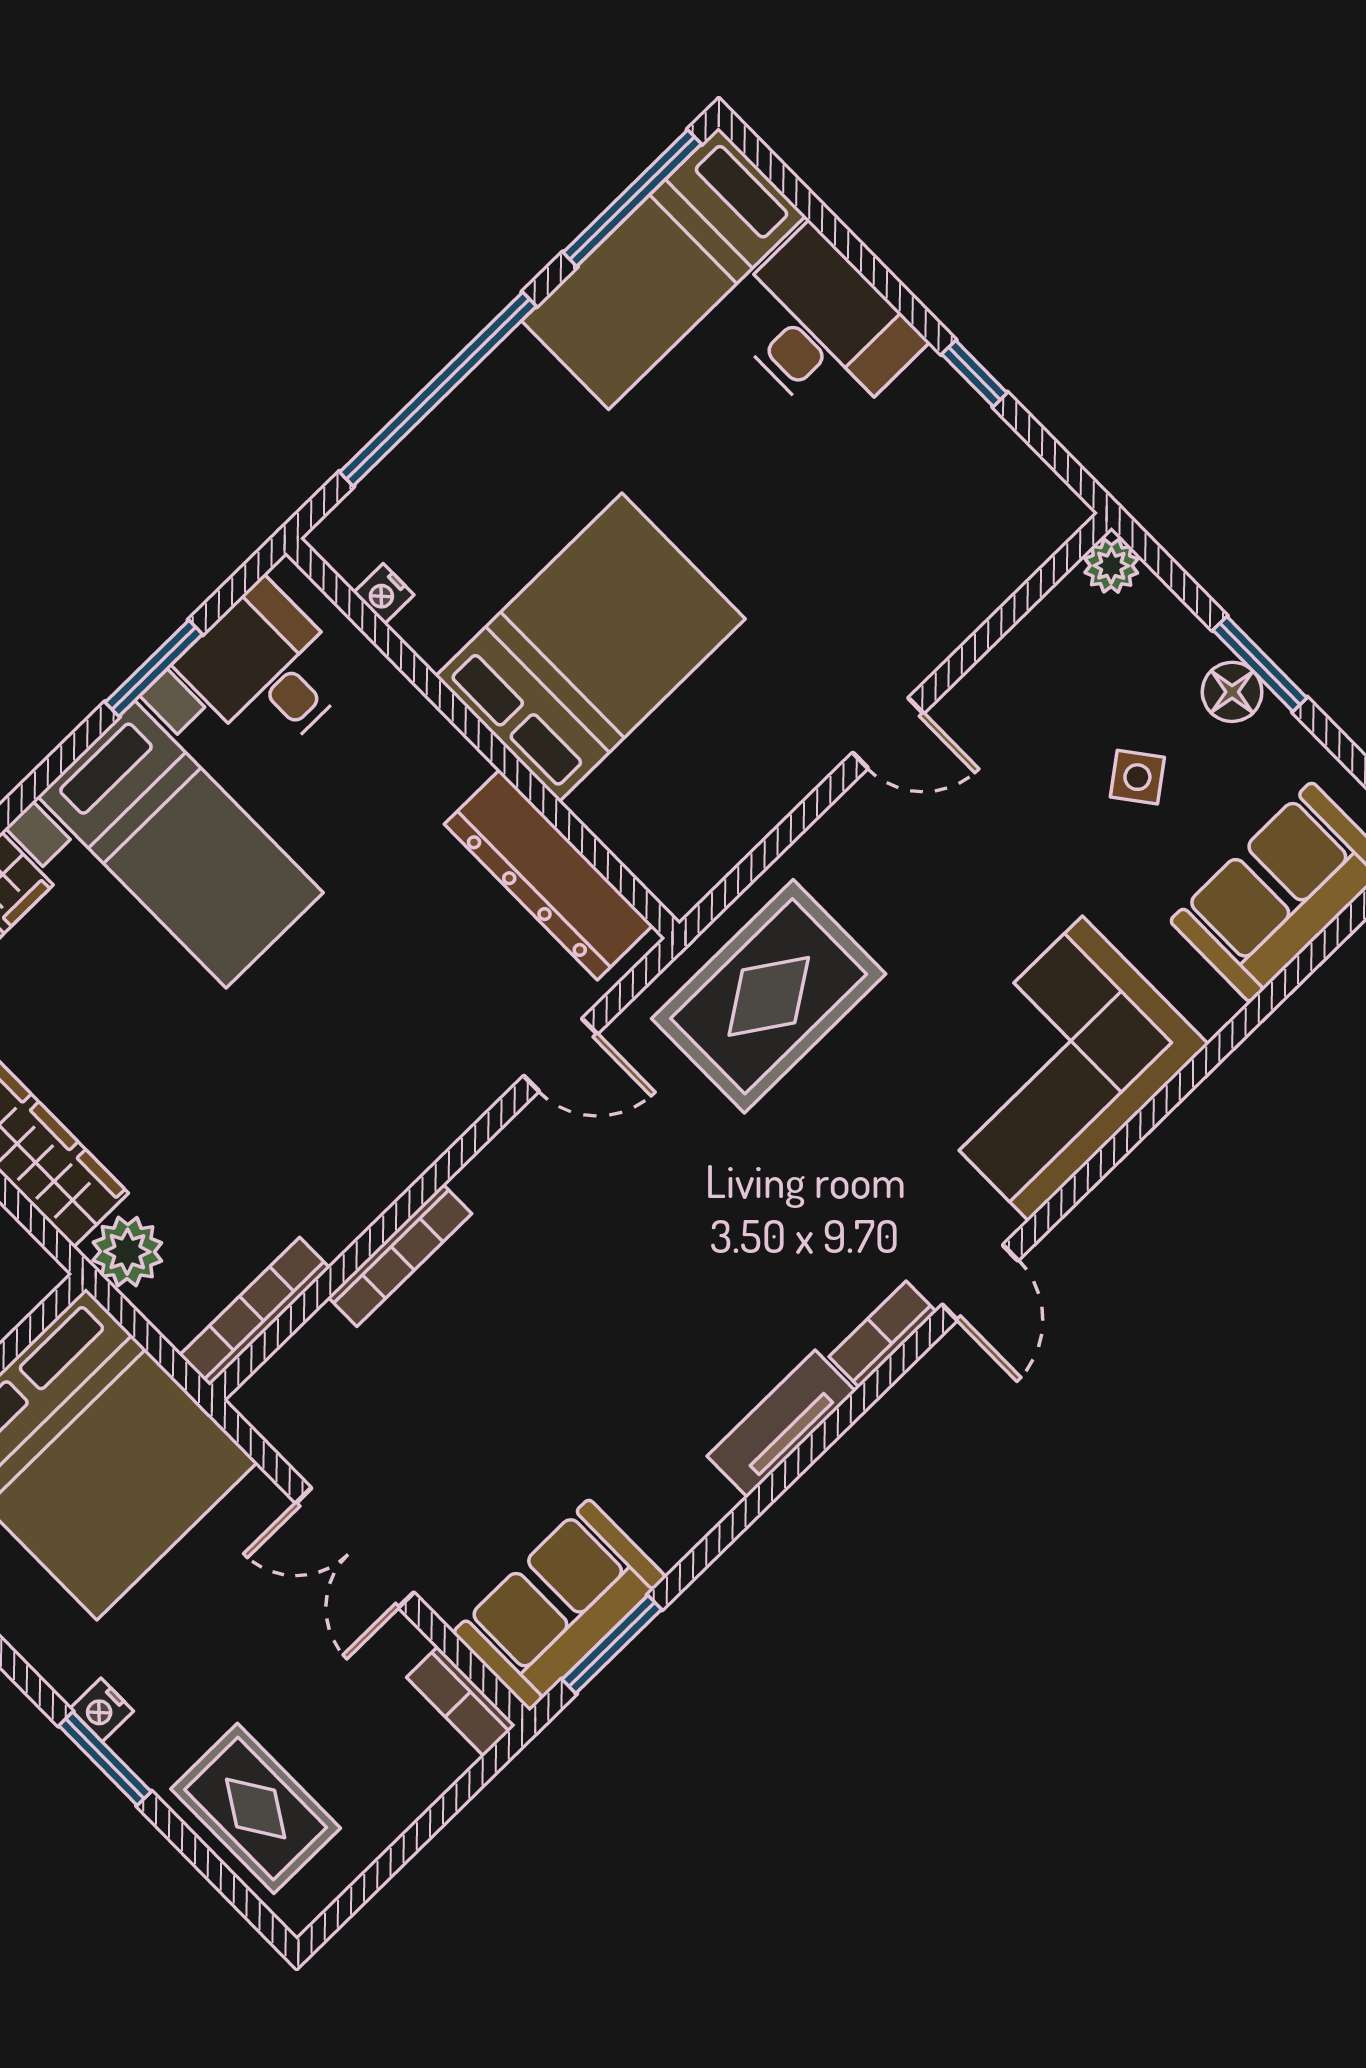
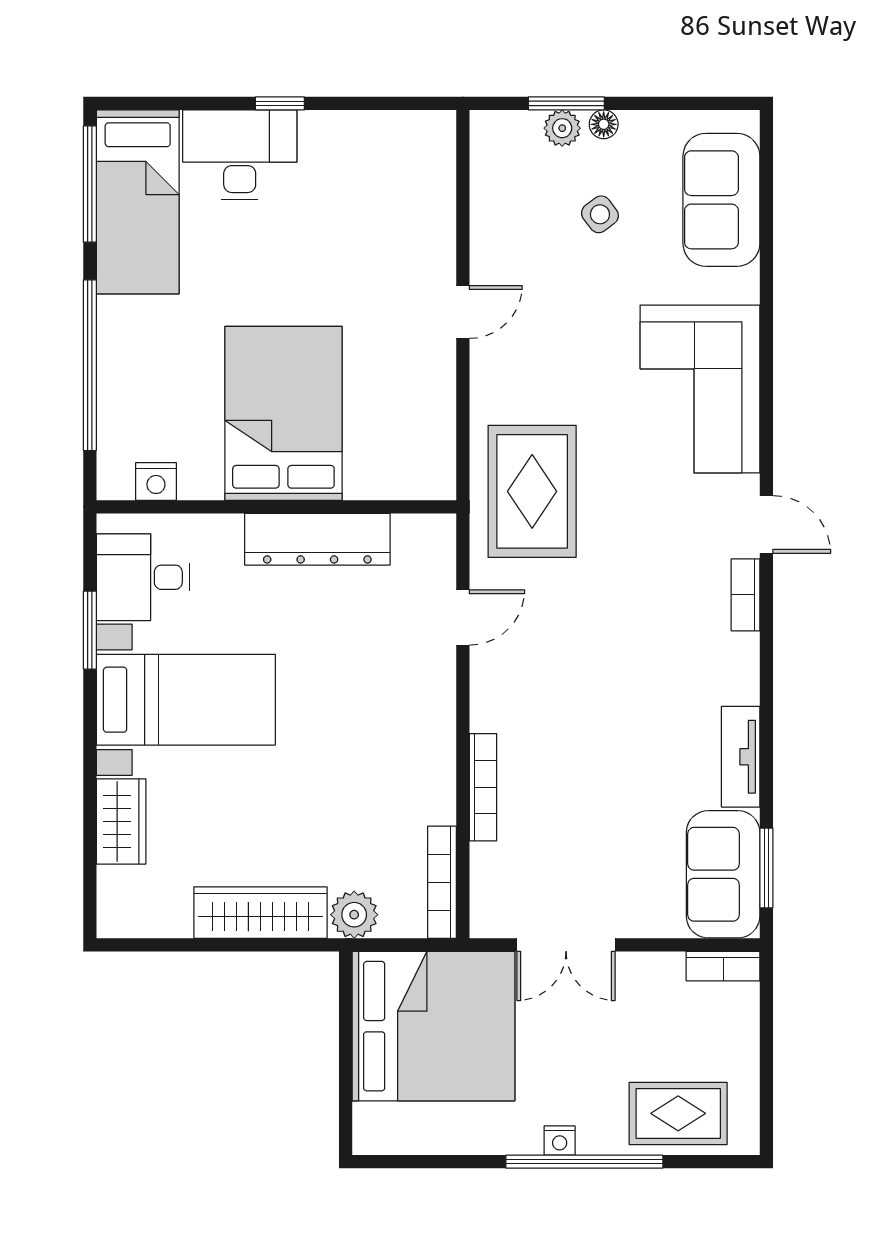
window: (974, 373) -> (280, 103), moved
plant: (1111, 566) -> (562, 128), moved
nightstand: (384, 594) -> (156, 481), width x1.39, depth x1.35
window: (1260, 664) -> (566, 103), moved
floor lamp: (1232, 692) -> (604, 124), width x0.73, depth x0.73
dresser: (549, 875) -> (317, 539), moved
tv unit: (781, 1424) -> (741, 757), moved
double door: (355, 1548) -> (566, 945), moved
window: (105, 1759) -> (584, 1162), width x2.11

